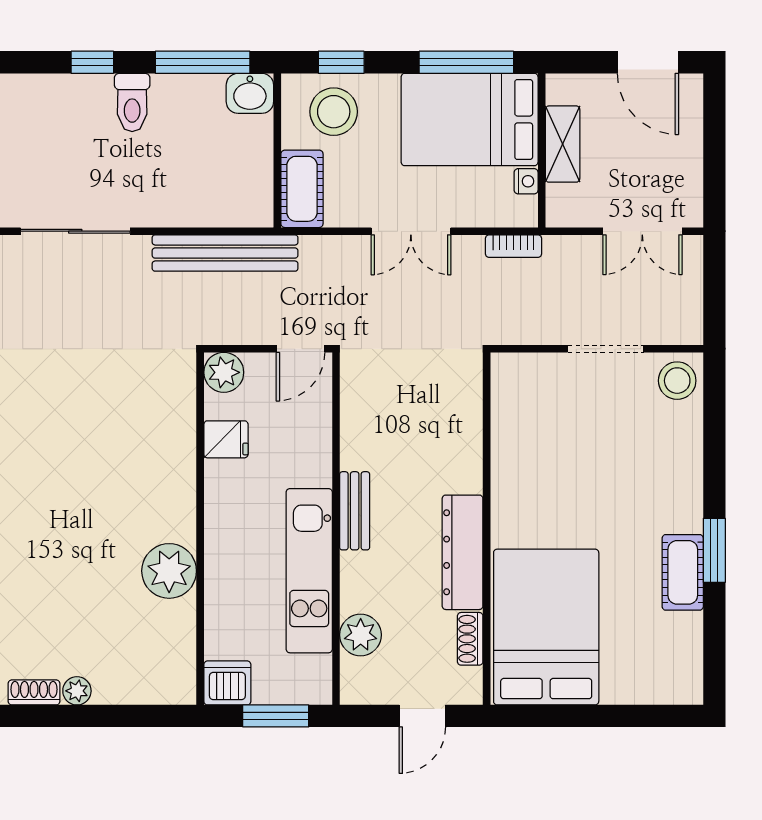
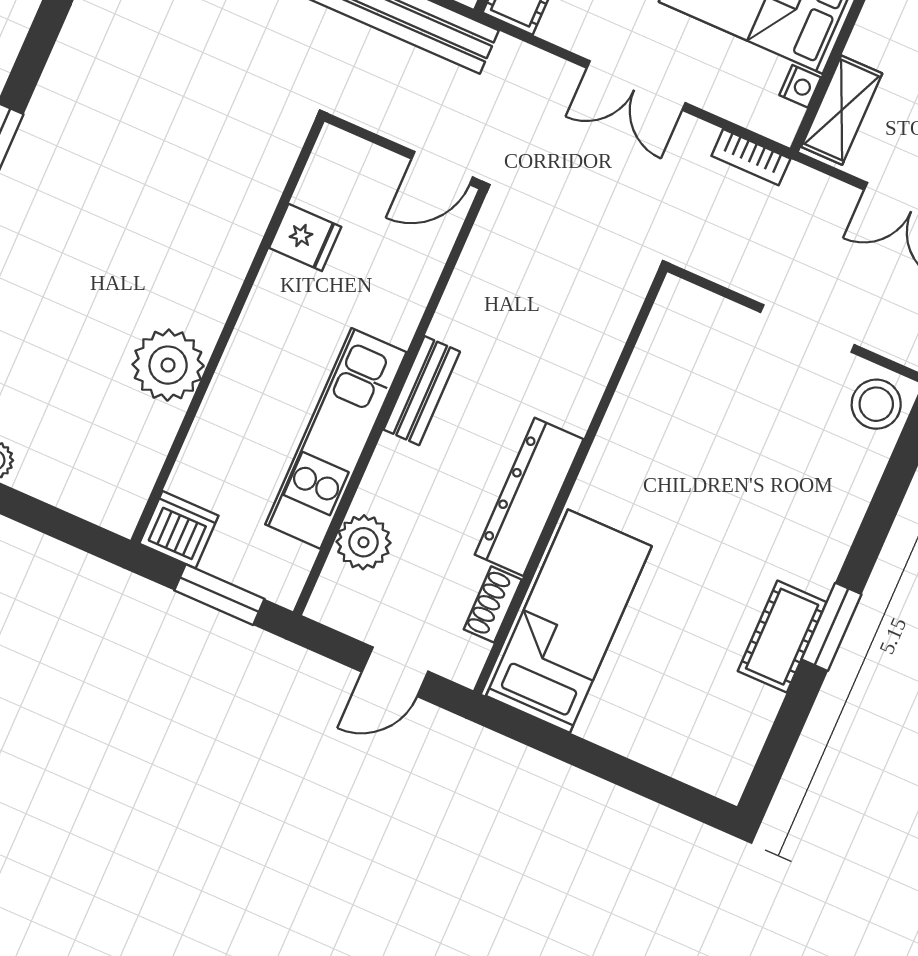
shelving: (563, 144) -> (842, 110), moved
plant: (224, 372) -> (338, 156), removed
bed: (546, 627) -> (569, 621), width x0.67

